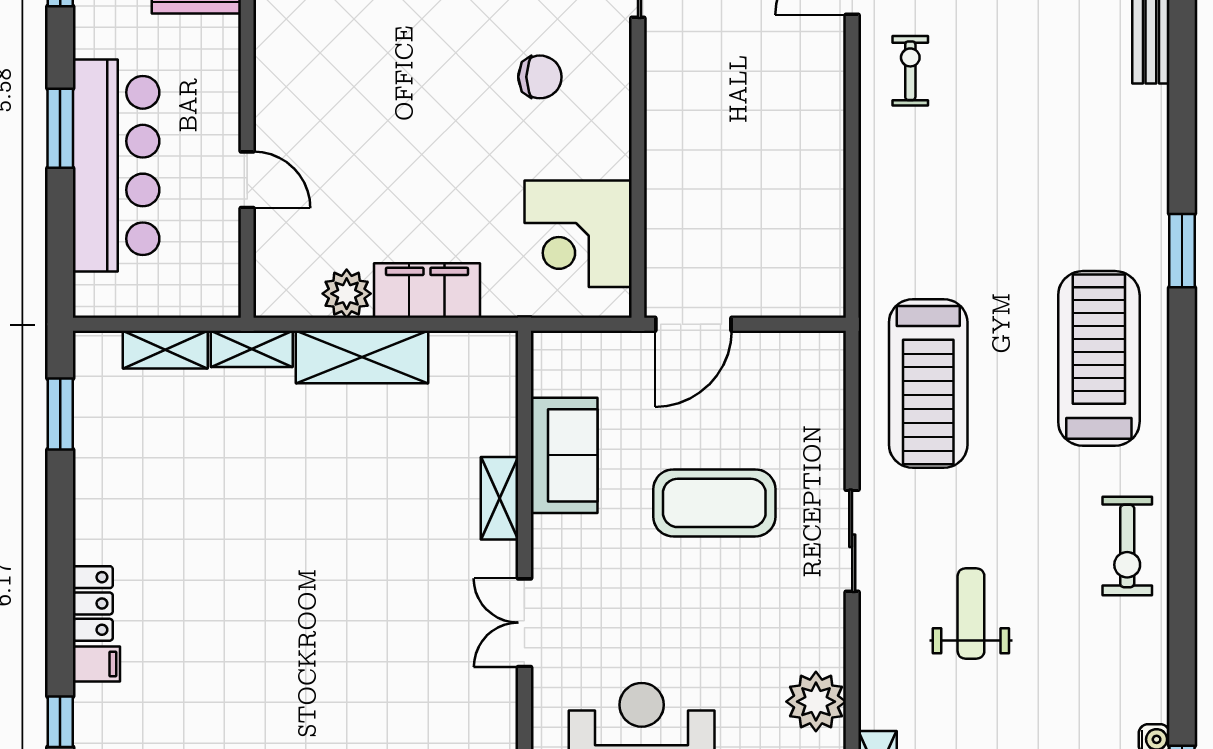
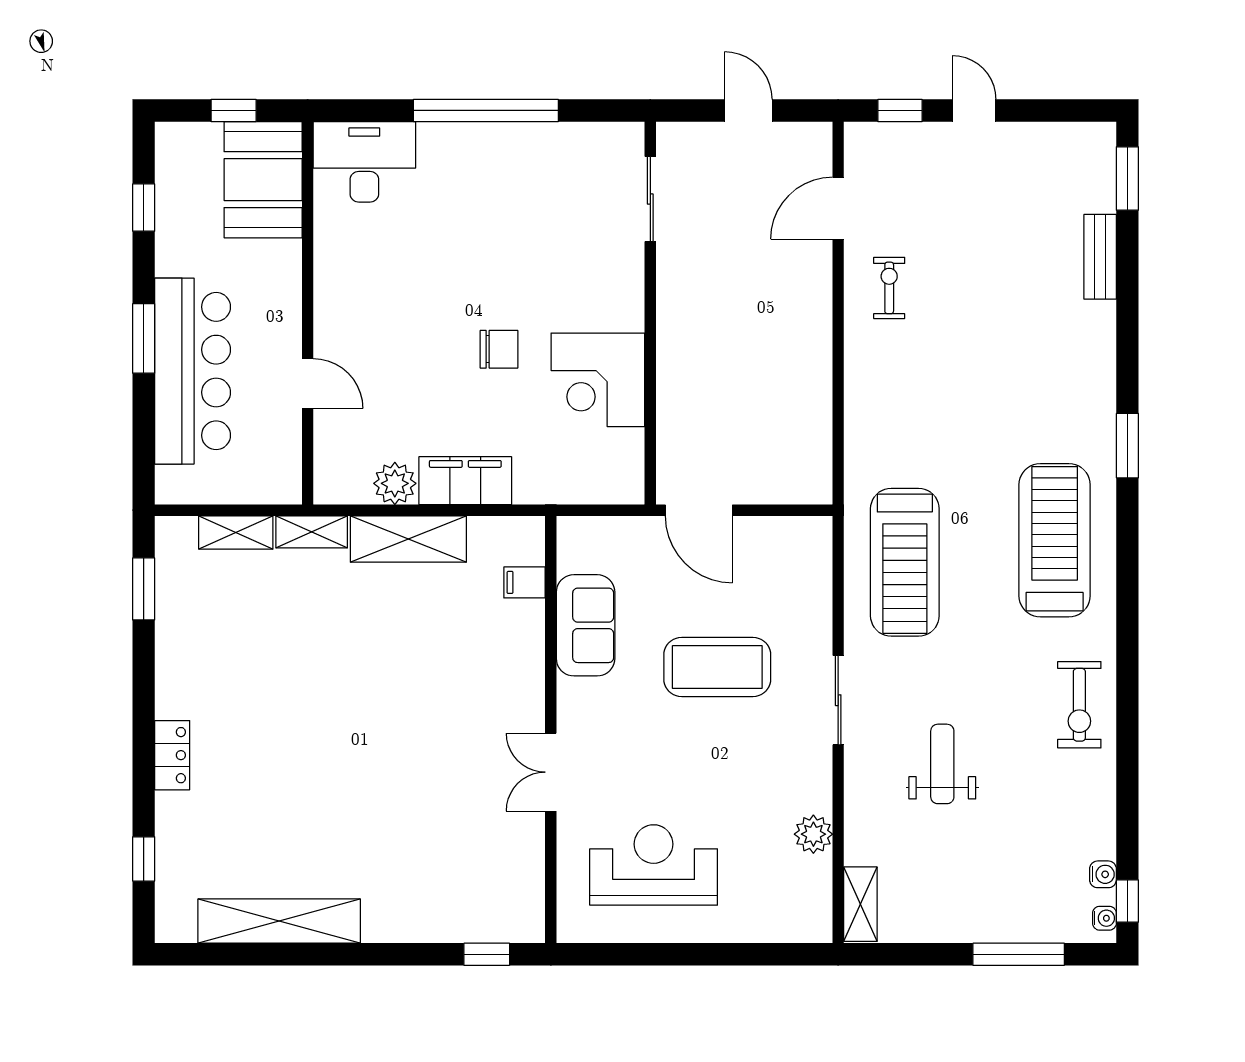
chair: (540, 77) -> (499, 349), moved
corner desk: (578, 234) -> (598, 380), moved
door: (693, 324) -> (699, 510), hinge flipped
shelving: (500, 498) -> (529, 663), removed
filing cabinet: (96, 664) -> (525, 582), moved, turned 180
plant: (816, 702) -> (813, 834), width x0.73, depth x0.73

